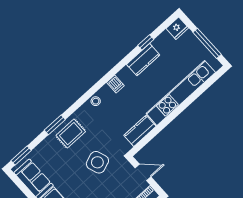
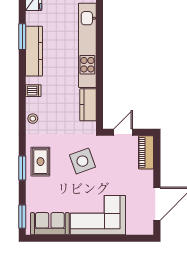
window: (146, 42) -> (22, 37), width x1.50
kitchen counter: (143, 60) -> (34, 51), width x1.50

